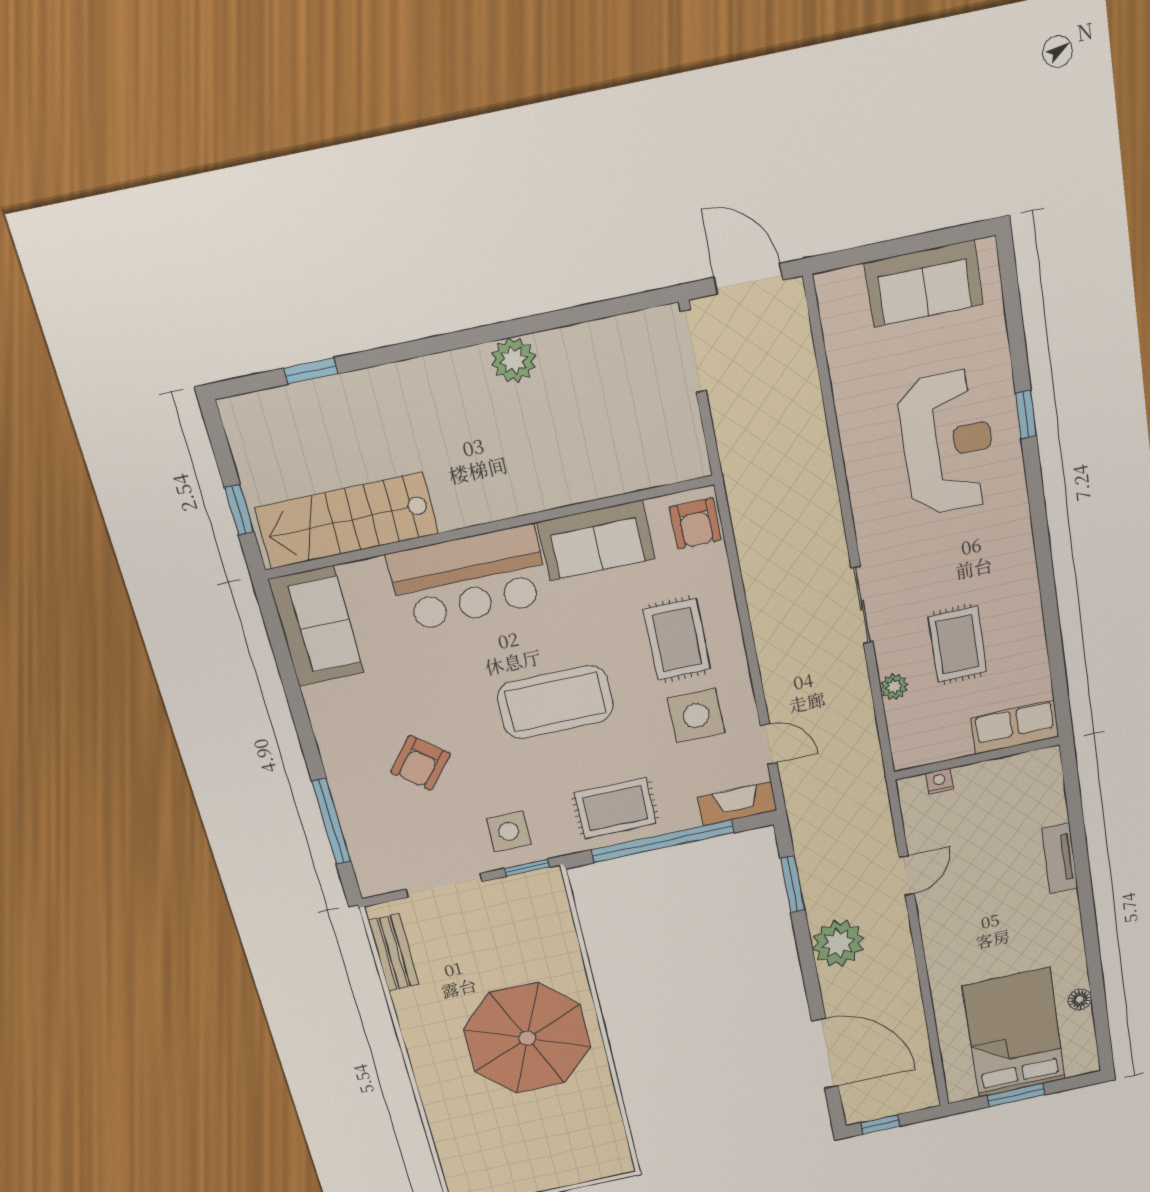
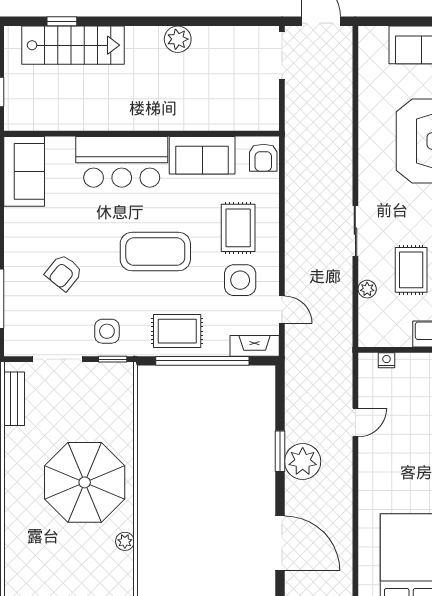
stairs: (347, 521) -> (73, 45), moved, turned 180
window: (793, 884) -> (280, 451), moved
plant: (604, 1099) -> (125, 541), added

